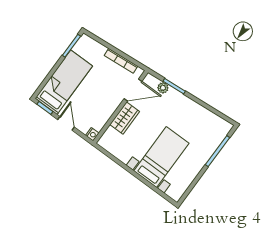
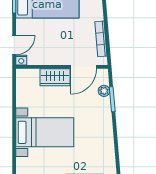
door: (133, 90) -> (84, 67), hinge flipped
door: (66, 123) -> (14, 45), moved

